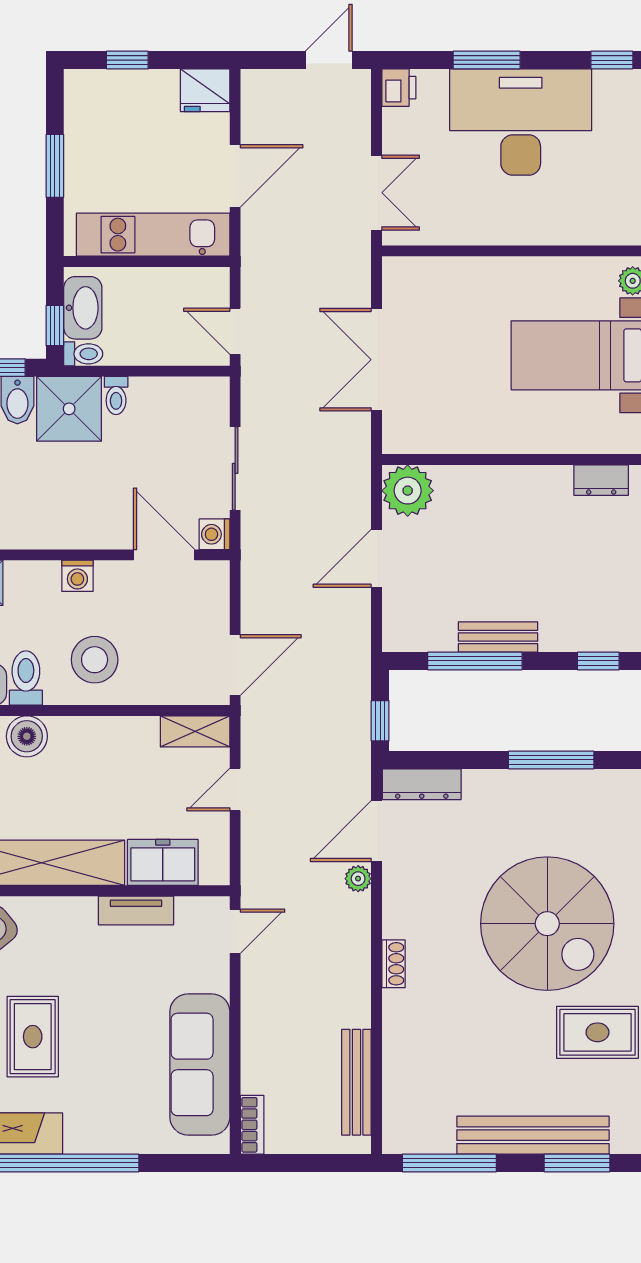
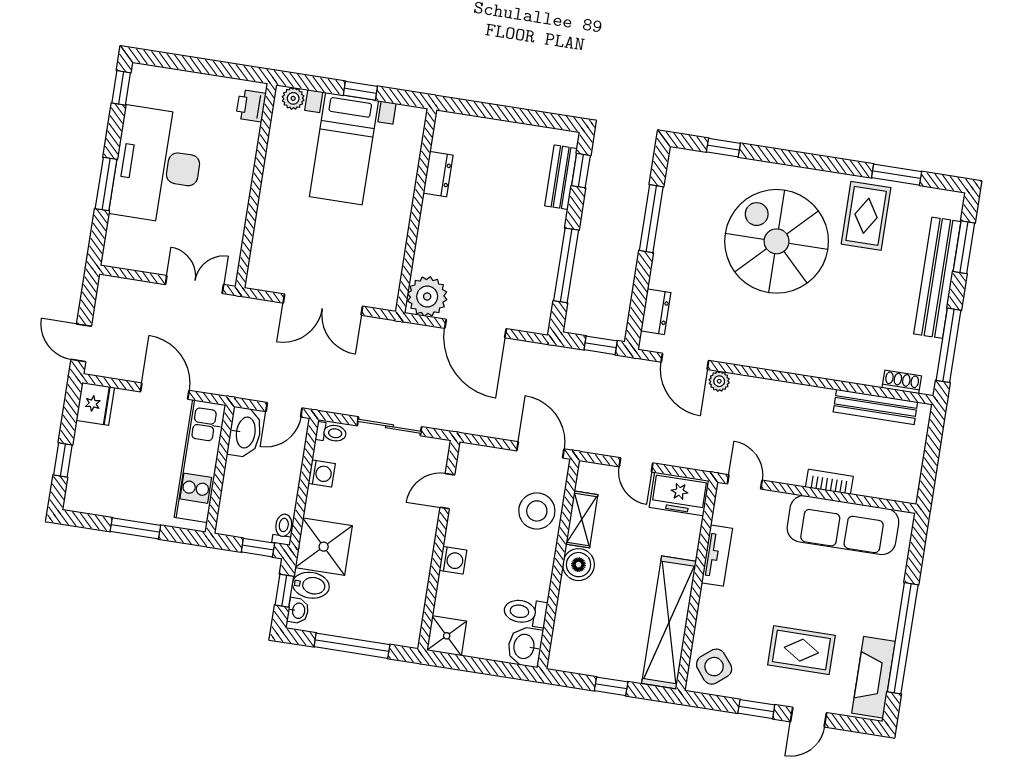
door: (329, 60) -> (81, 343), moved
printer: (399, 88) -> (251, 106), moved, turned -90
washbasin: (83, 308) -> (245, 432), moved, turned 90
toilet: (116, 396) -> (331, 433), moved
dresser: (601, 480) -> (438, 174), moved
washing machine: (215, 534) -> (322, 474), moved, turned -90
door: (164, 555) -> (447, 491), width x0.73
door: (377, 558) -> (476, 329), width x1.36
bench: (498, 637) -> (561, 177), moved
stool: (95, 660) -> (537, 511), moved
shelving: (195, 731) -> (582, 519), moved
boiler: (27, 736) -> (579, 565), moved
dresser: (422, 784) -> (656, 312), width x0.70
freezer: (163, 862) -> (679, 494), moved, turned -90
spiral stairs: (547, 924) -> (777, 241), turned -90
shoe rack: (393, 964) -> (902, 382), moved
bookcase: (252, 1125) -> (829, 482), moved

